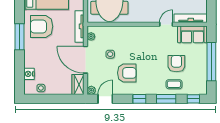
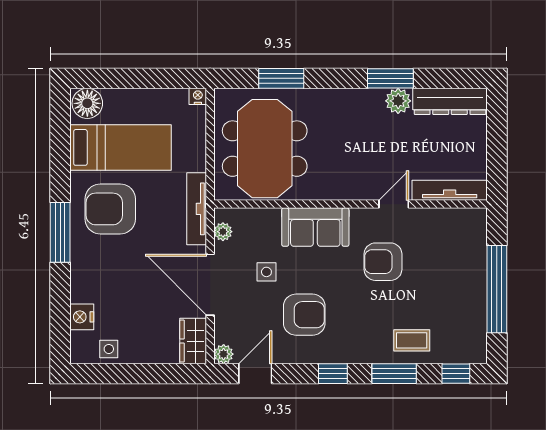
sofa: (192, 34) -> (315, 227), moved
armchair: (176, 64) -> (383, 262), moved, turned -90

